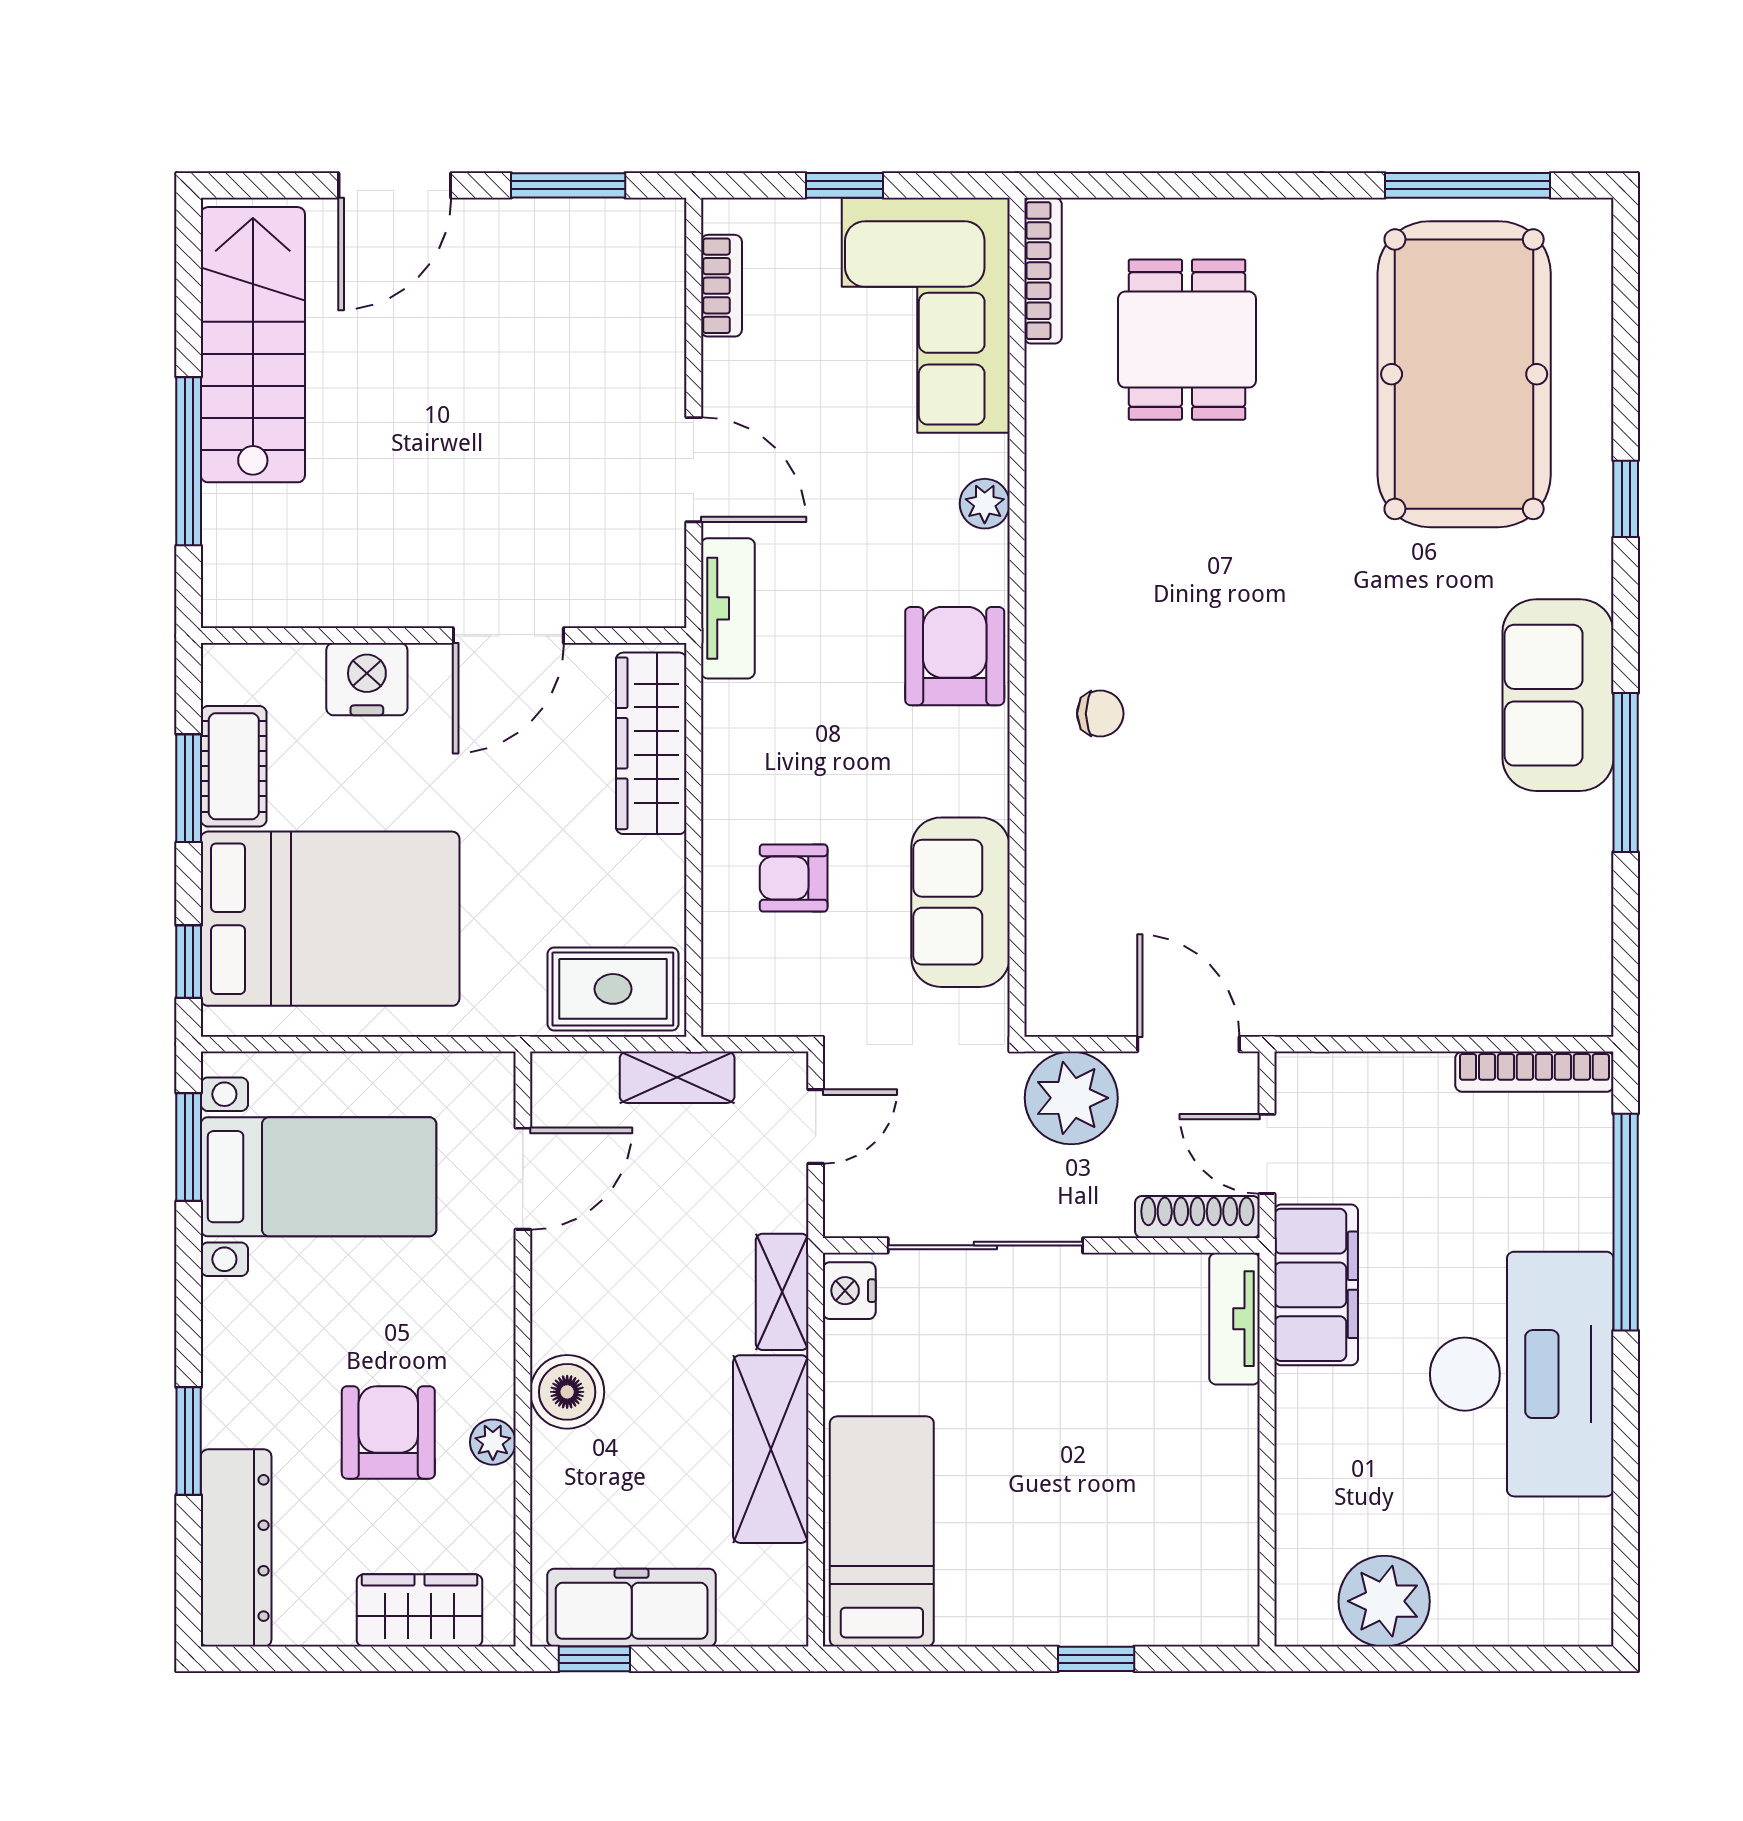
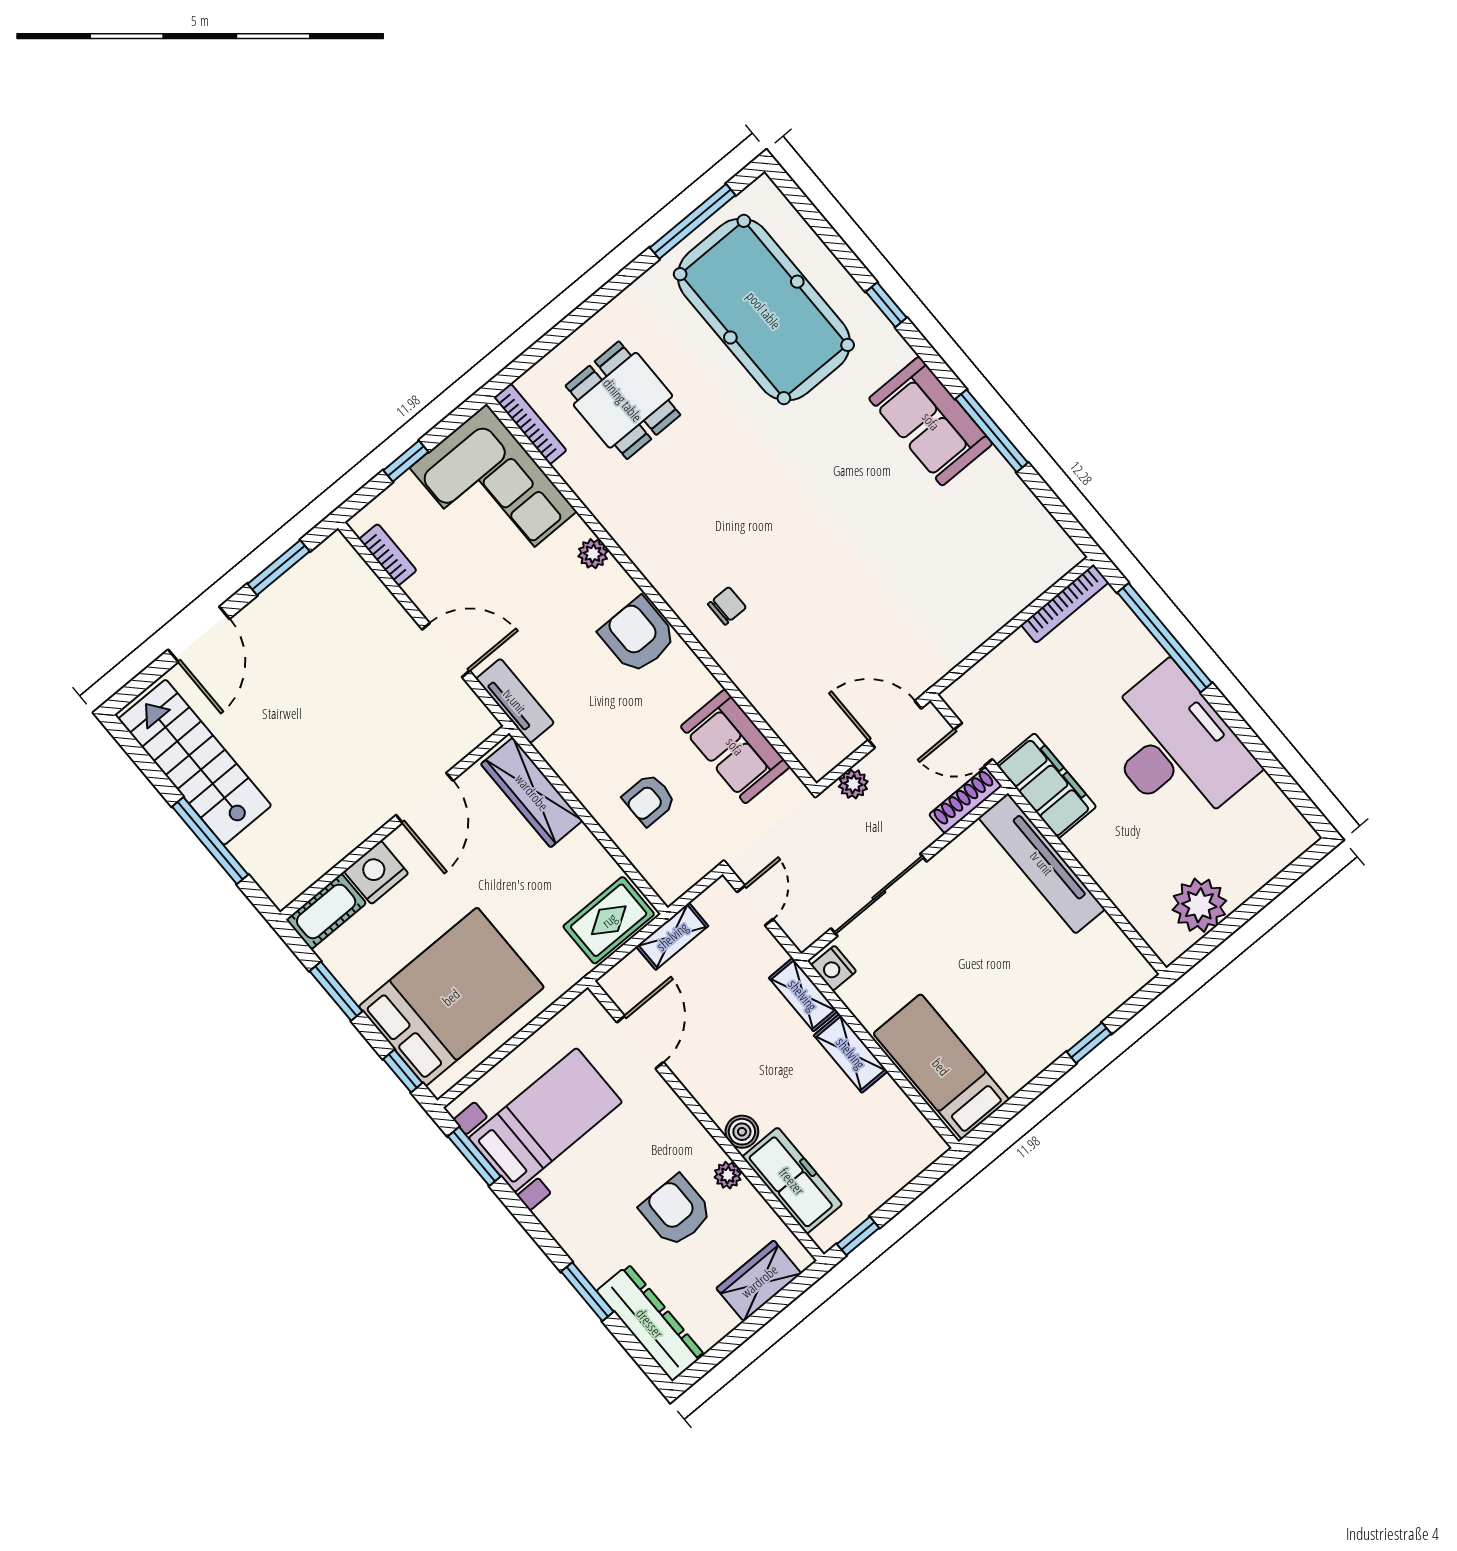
cot: (234, 766) -> (326, 911), moved, turned 90
plant: (1071, 1098) -> (853, 784), width x0.53, depth x0.53
tv unit: (1234, 1319) -> (1042, 863), width x1.92, depth x1.29
boiler: (567, 1392) -> (742, 1132), width x0.73, depth x0.73
shelving: (771, 1449) -> (851, 1053), width x0.67, depth x0.75
freezer: (632, 1608) -> (792, 1181), moved, turned 90

